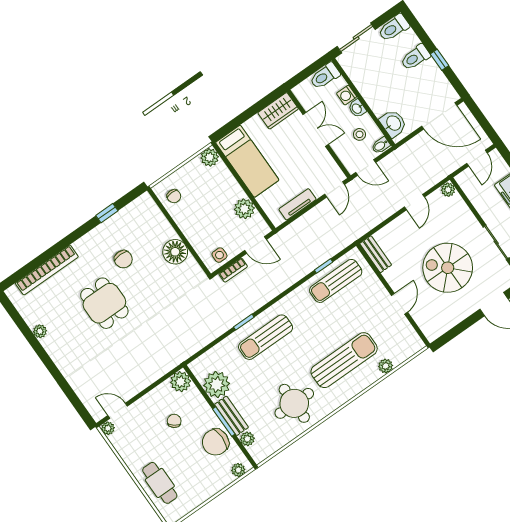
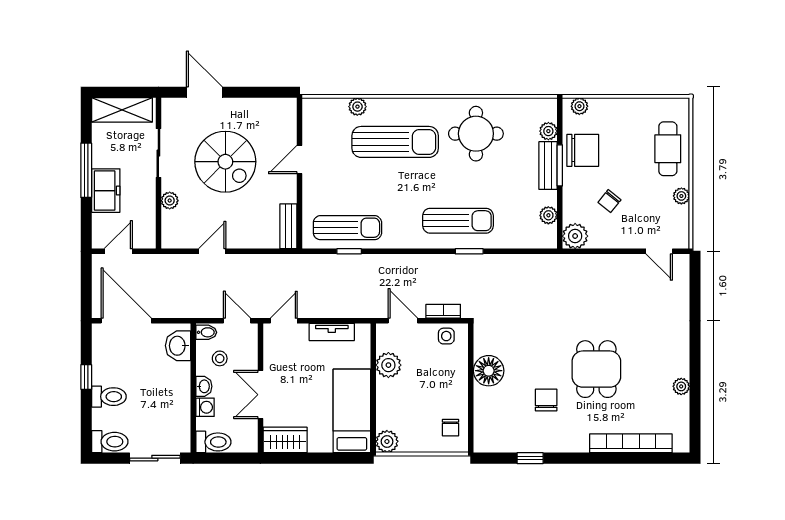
plant: (448, 190) -> (170, 201), moved
chair: (174, 196) -> (450, 428), turned 180
sun lounger: (344, 360) -> (395, 142), turned 180
plant: (217, 385) -> (548, 215), width x0.53, depth x0.53
plant: (108, 428) -> (681, 196), moved

